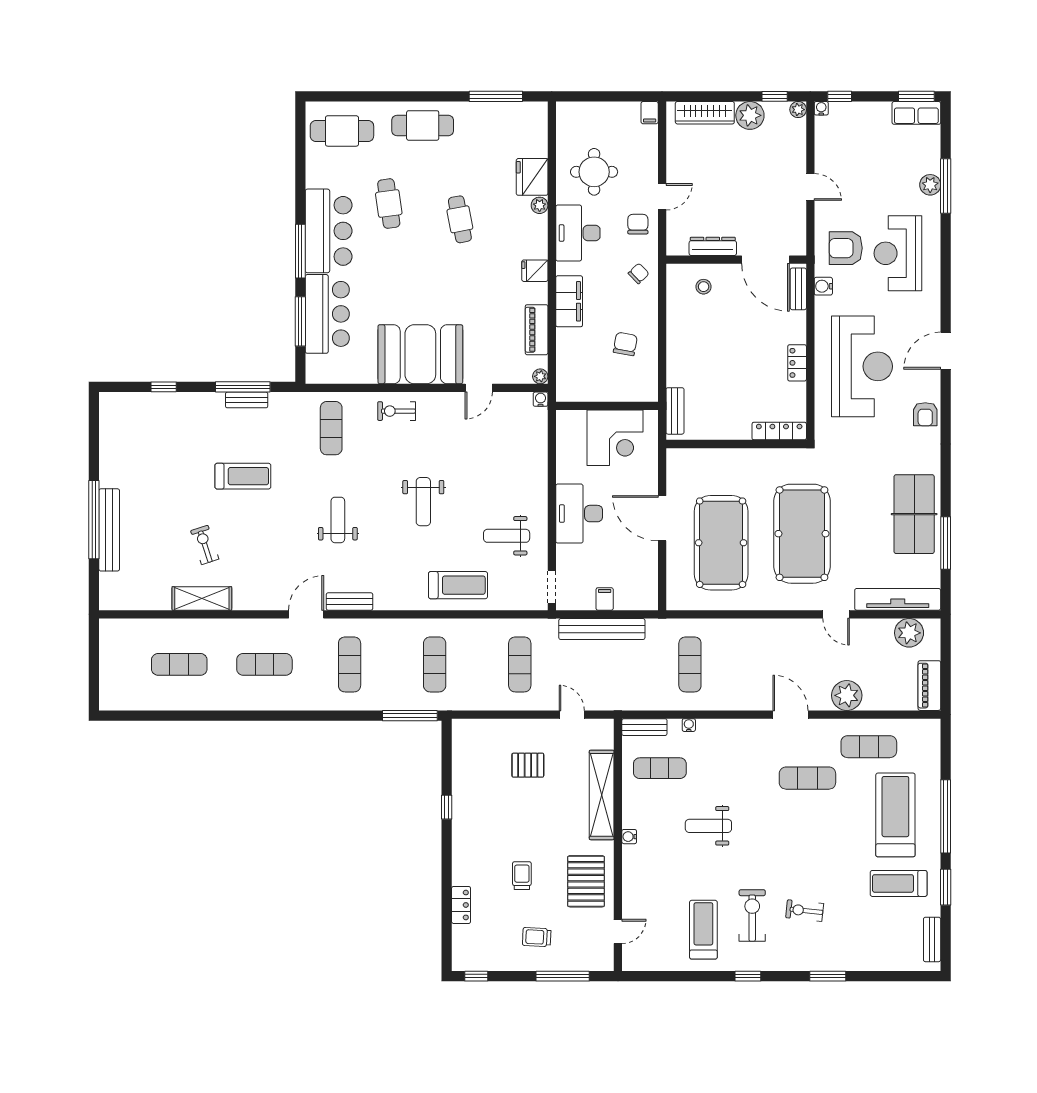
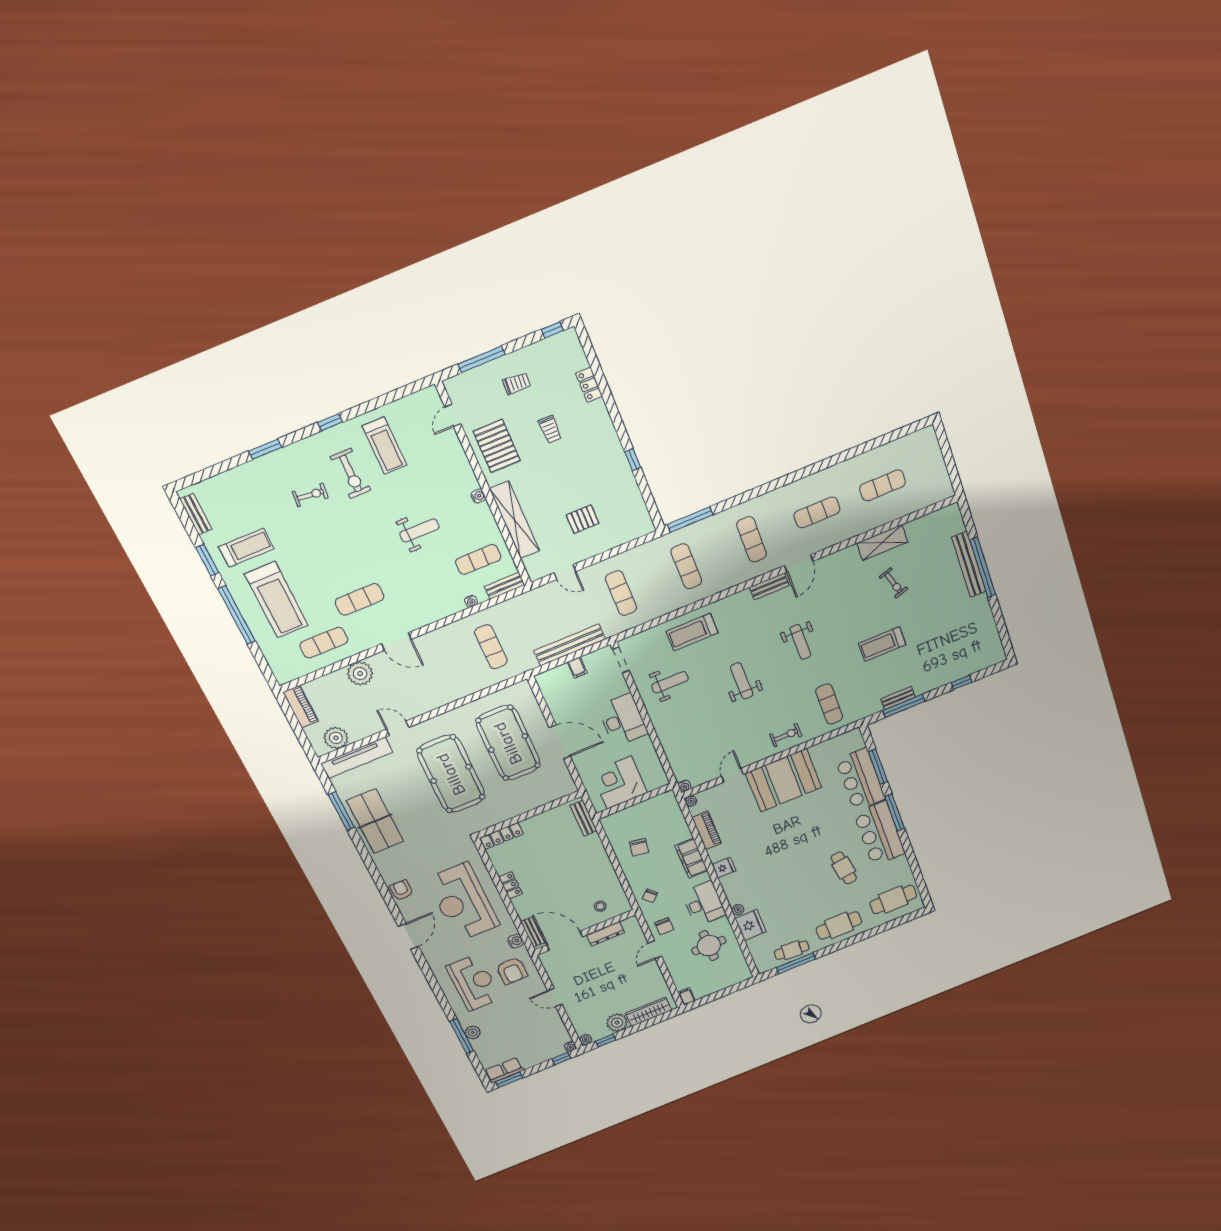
cafe table: (460, 219) -> (792, 950), moved, turned -74
armchair: (846, 248) -> (512, 971), turned 90

